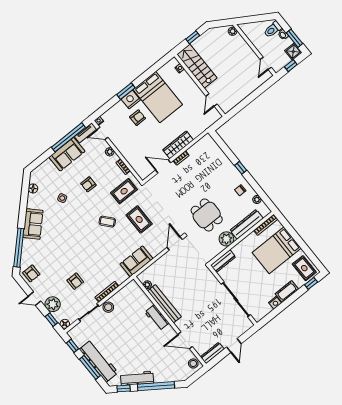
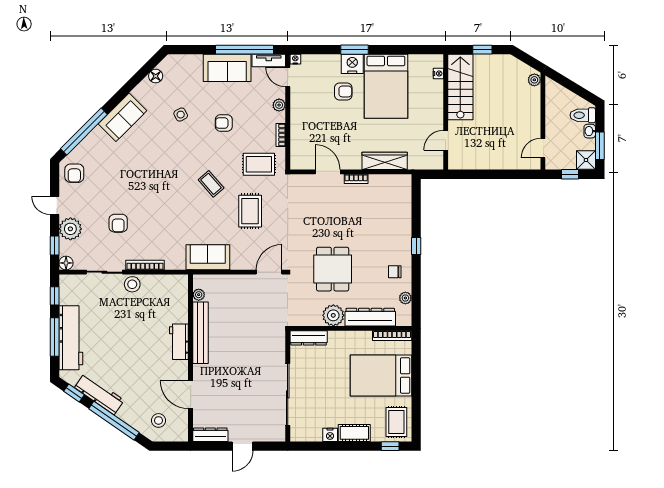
wardrobe: (178, 145) -> (385, 161), moved
stool: (193, 363) -> (158, 420), moved

